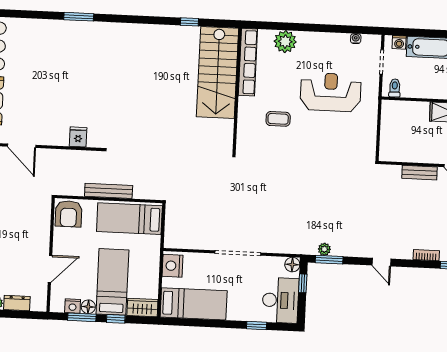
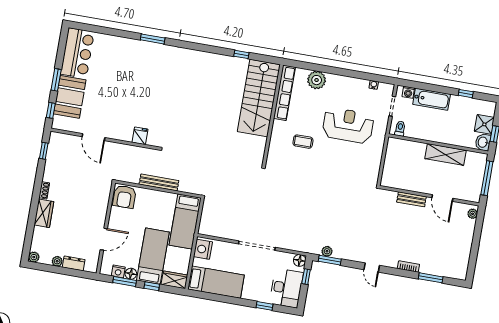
bed: (129, 219) -> (185, 222), moved, turned -90

